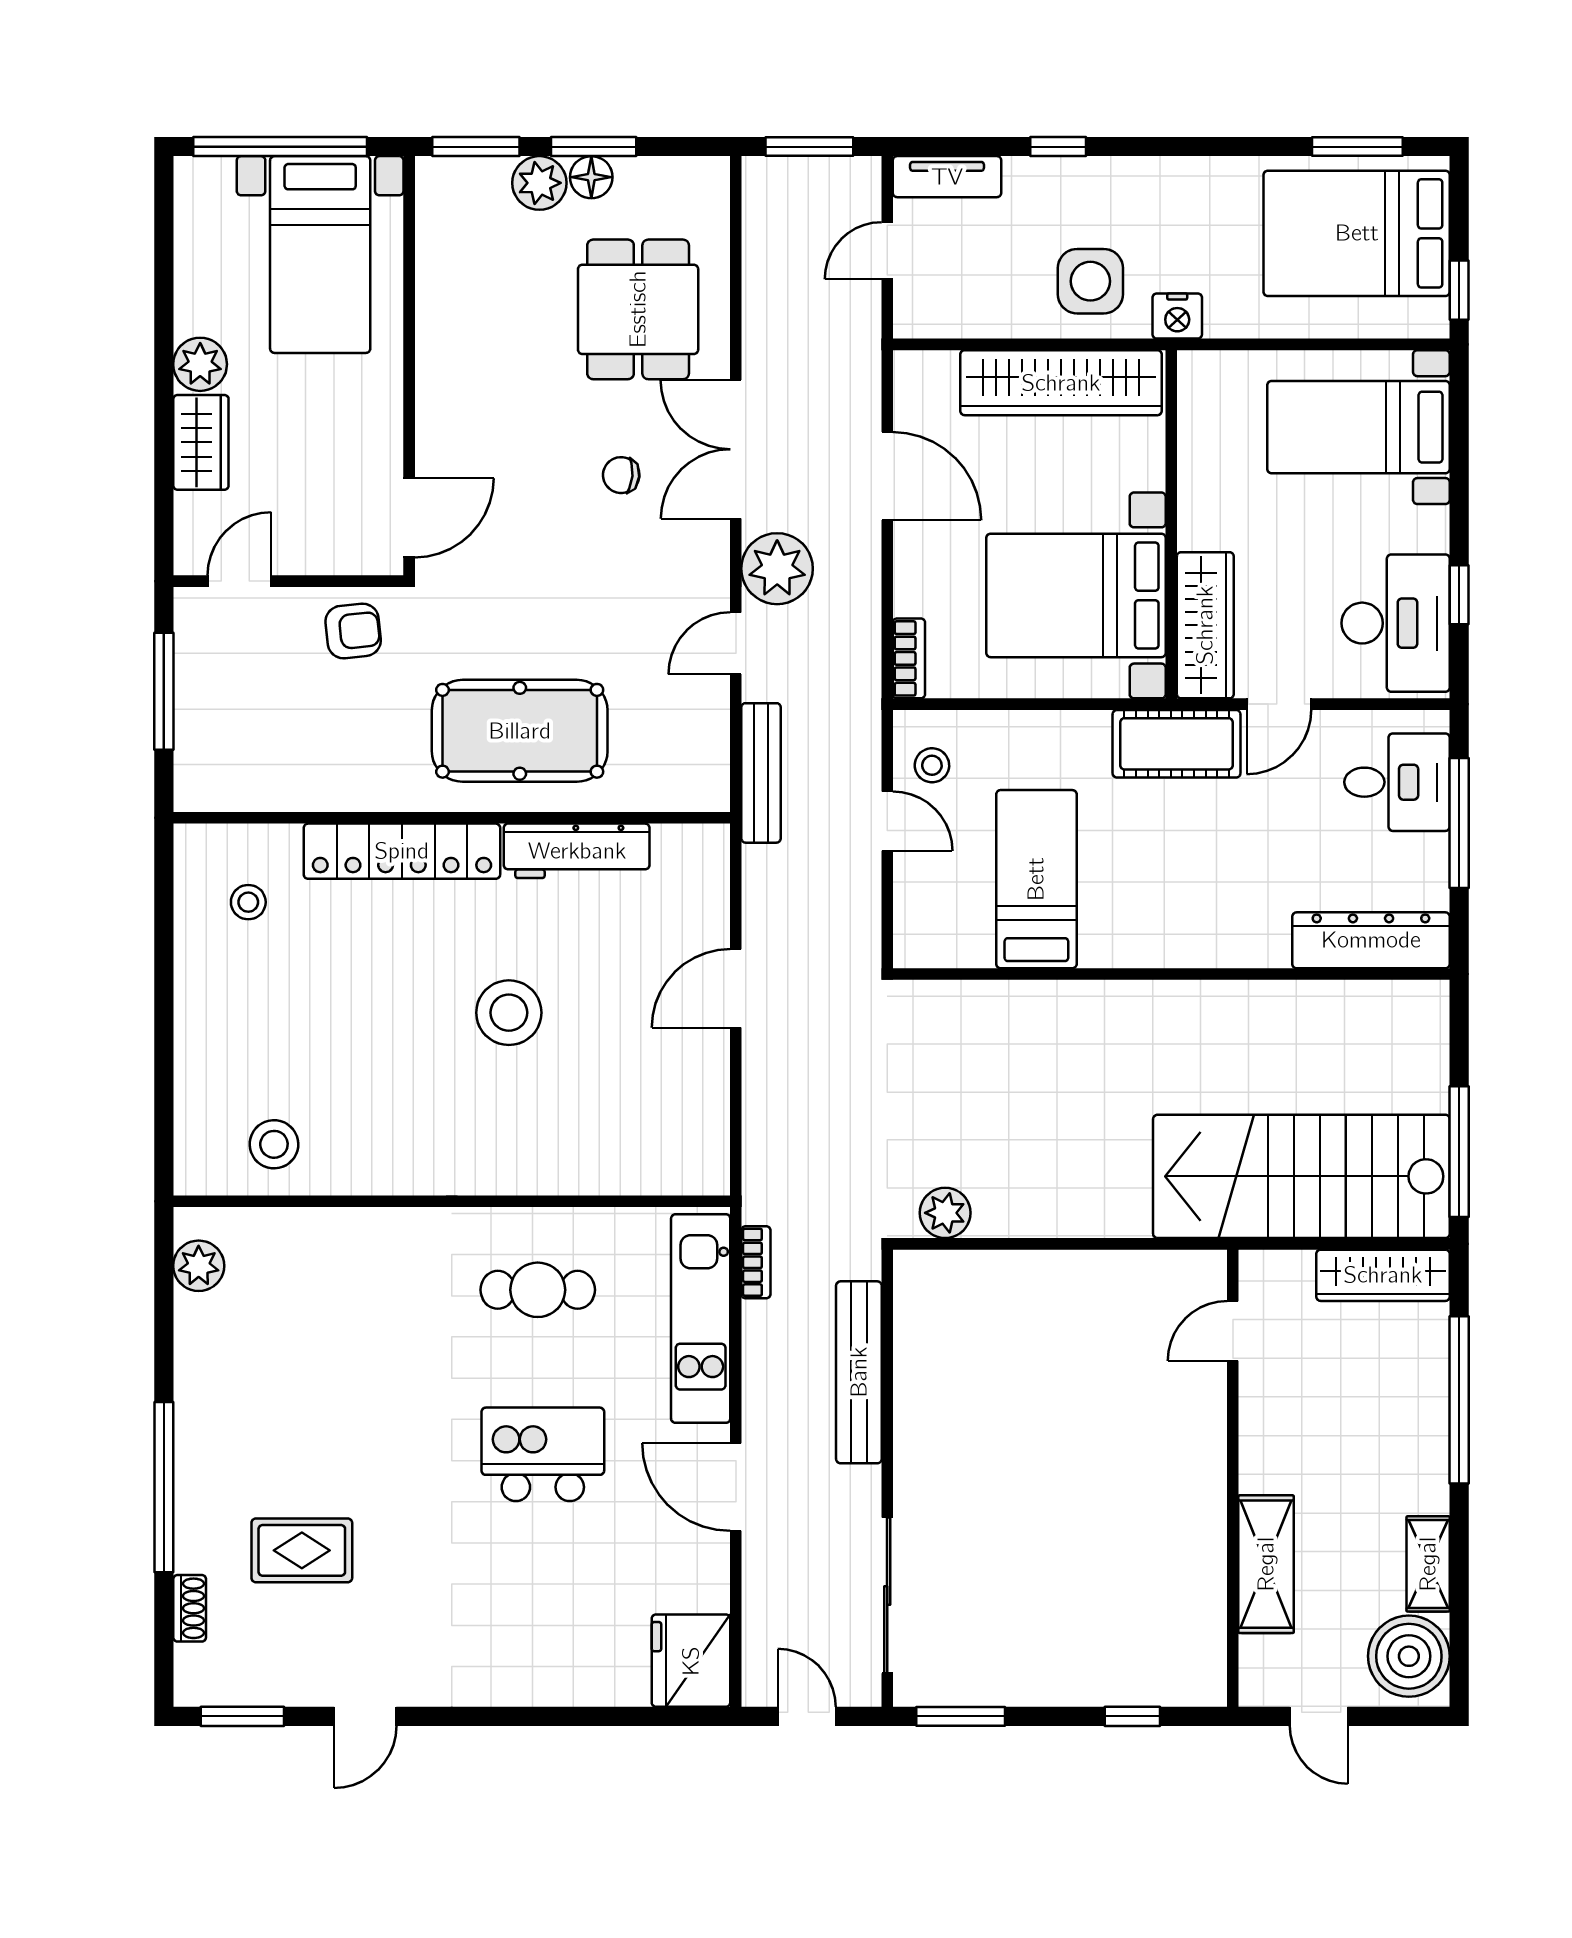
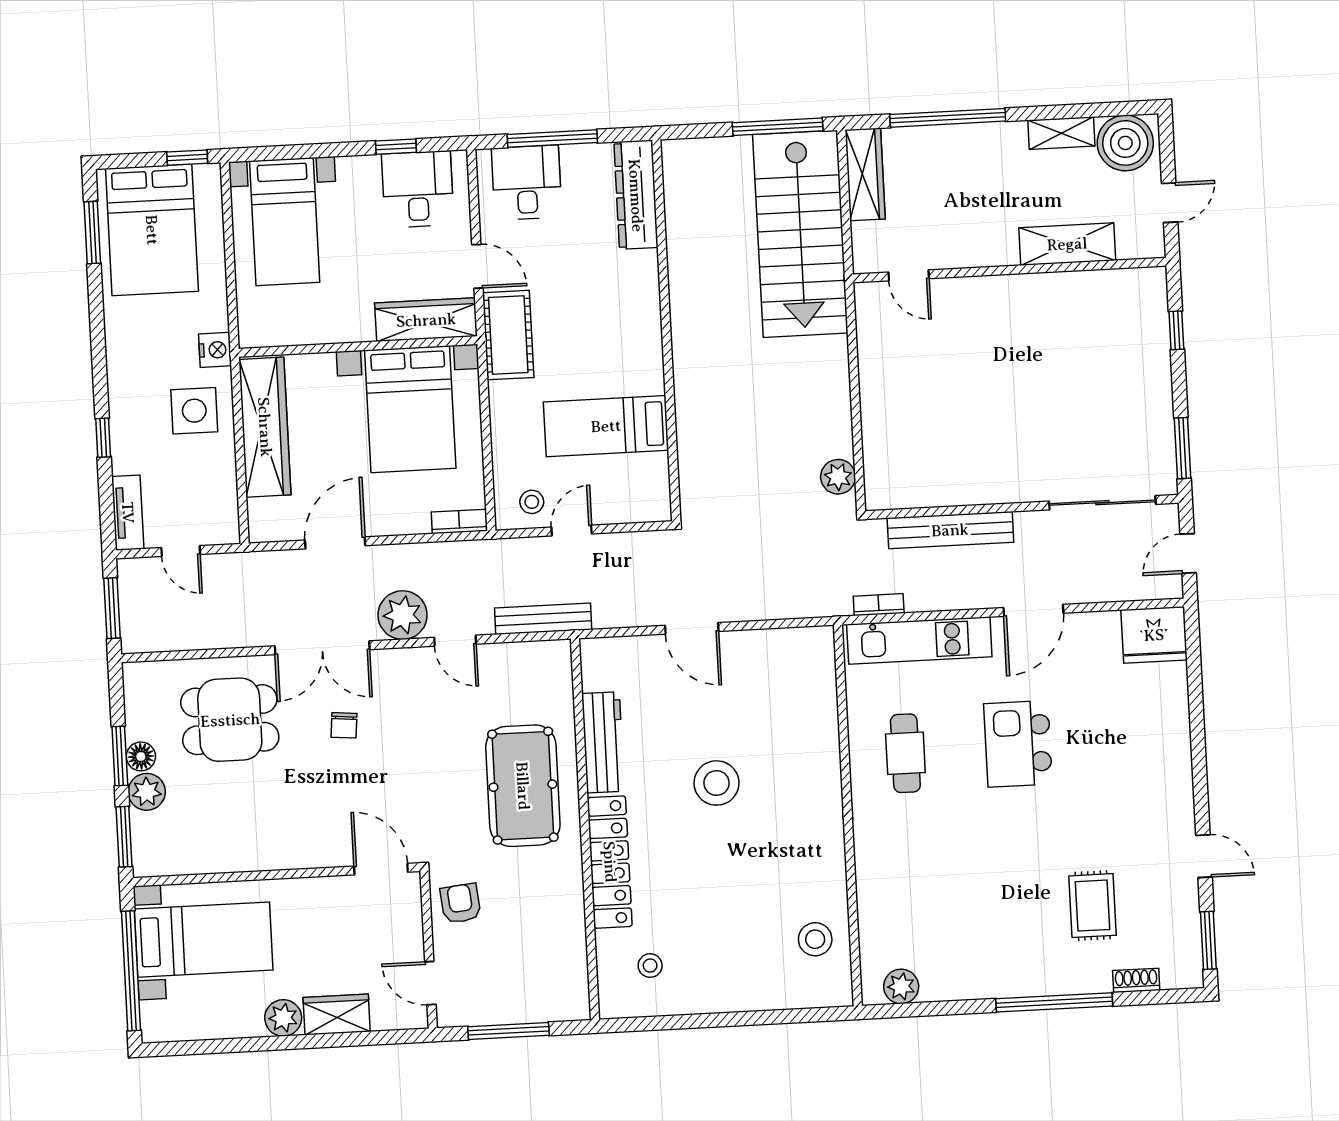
desk: (1396, 623) -> (418, 189), width x0.73

